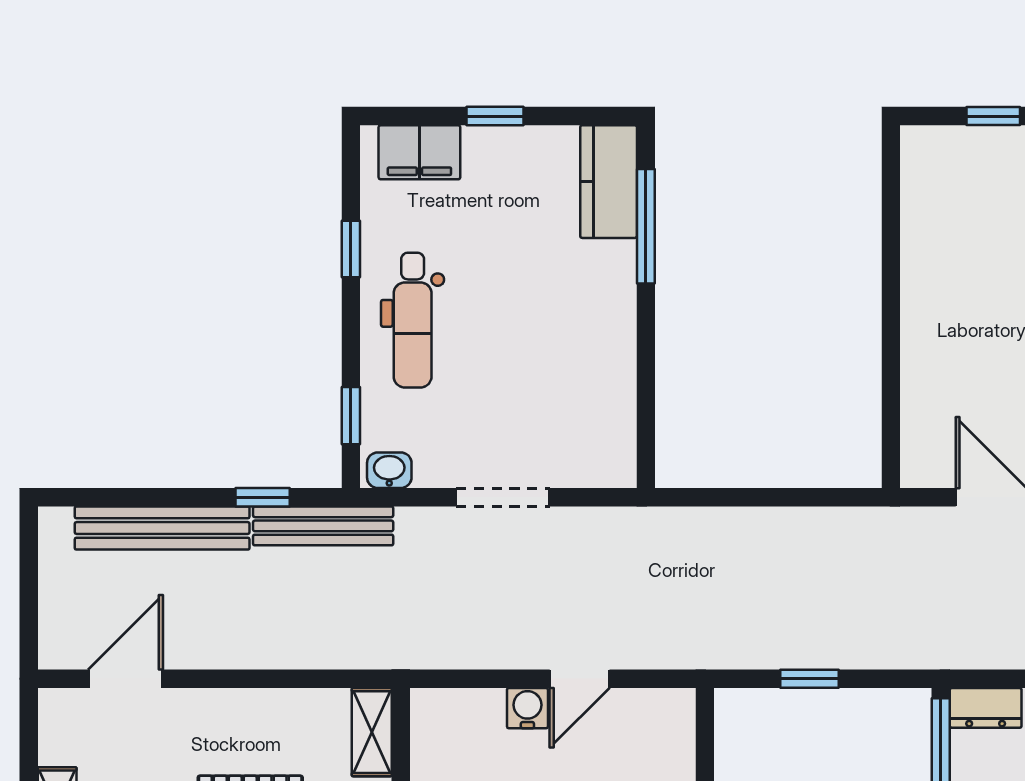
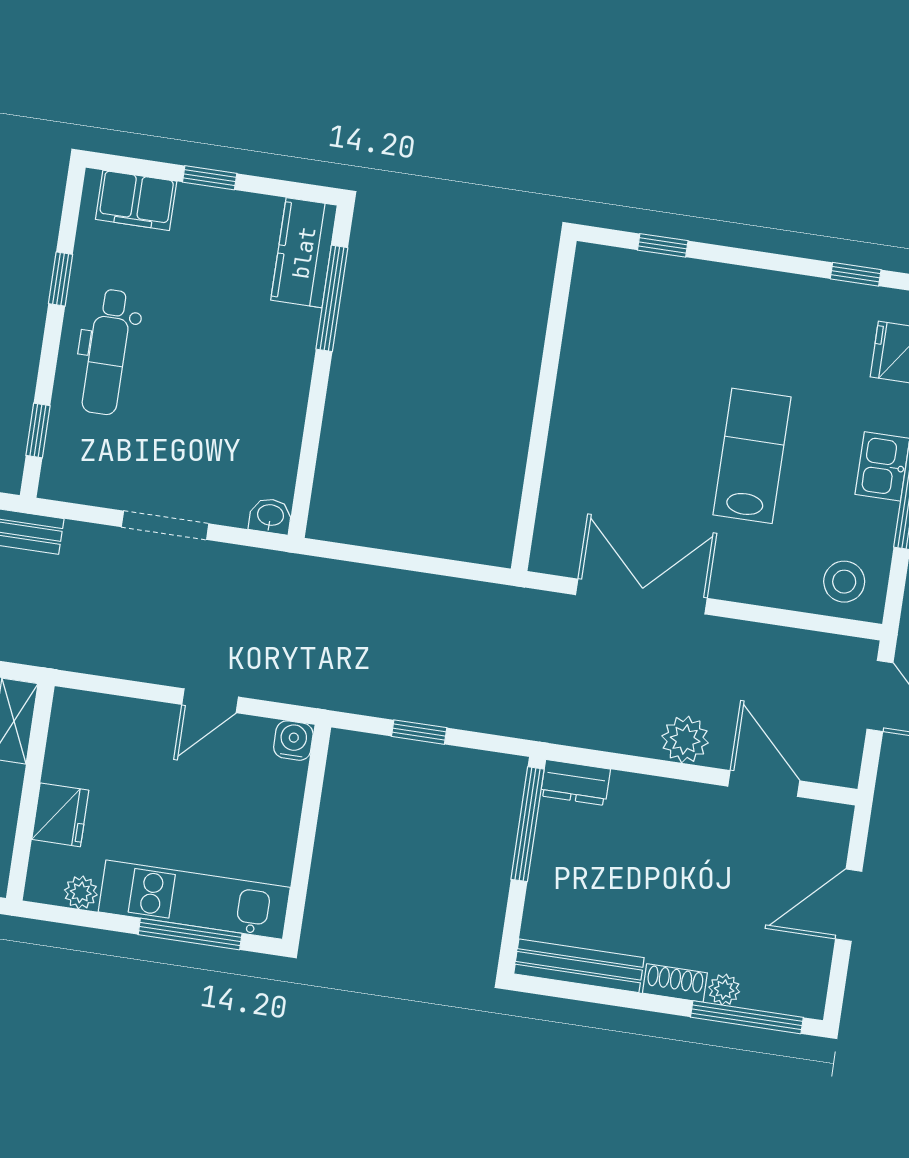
washbasin: (389, 470) -> (270, 516), moved
water cooler: (527, 708) -> (293, 741), moved

